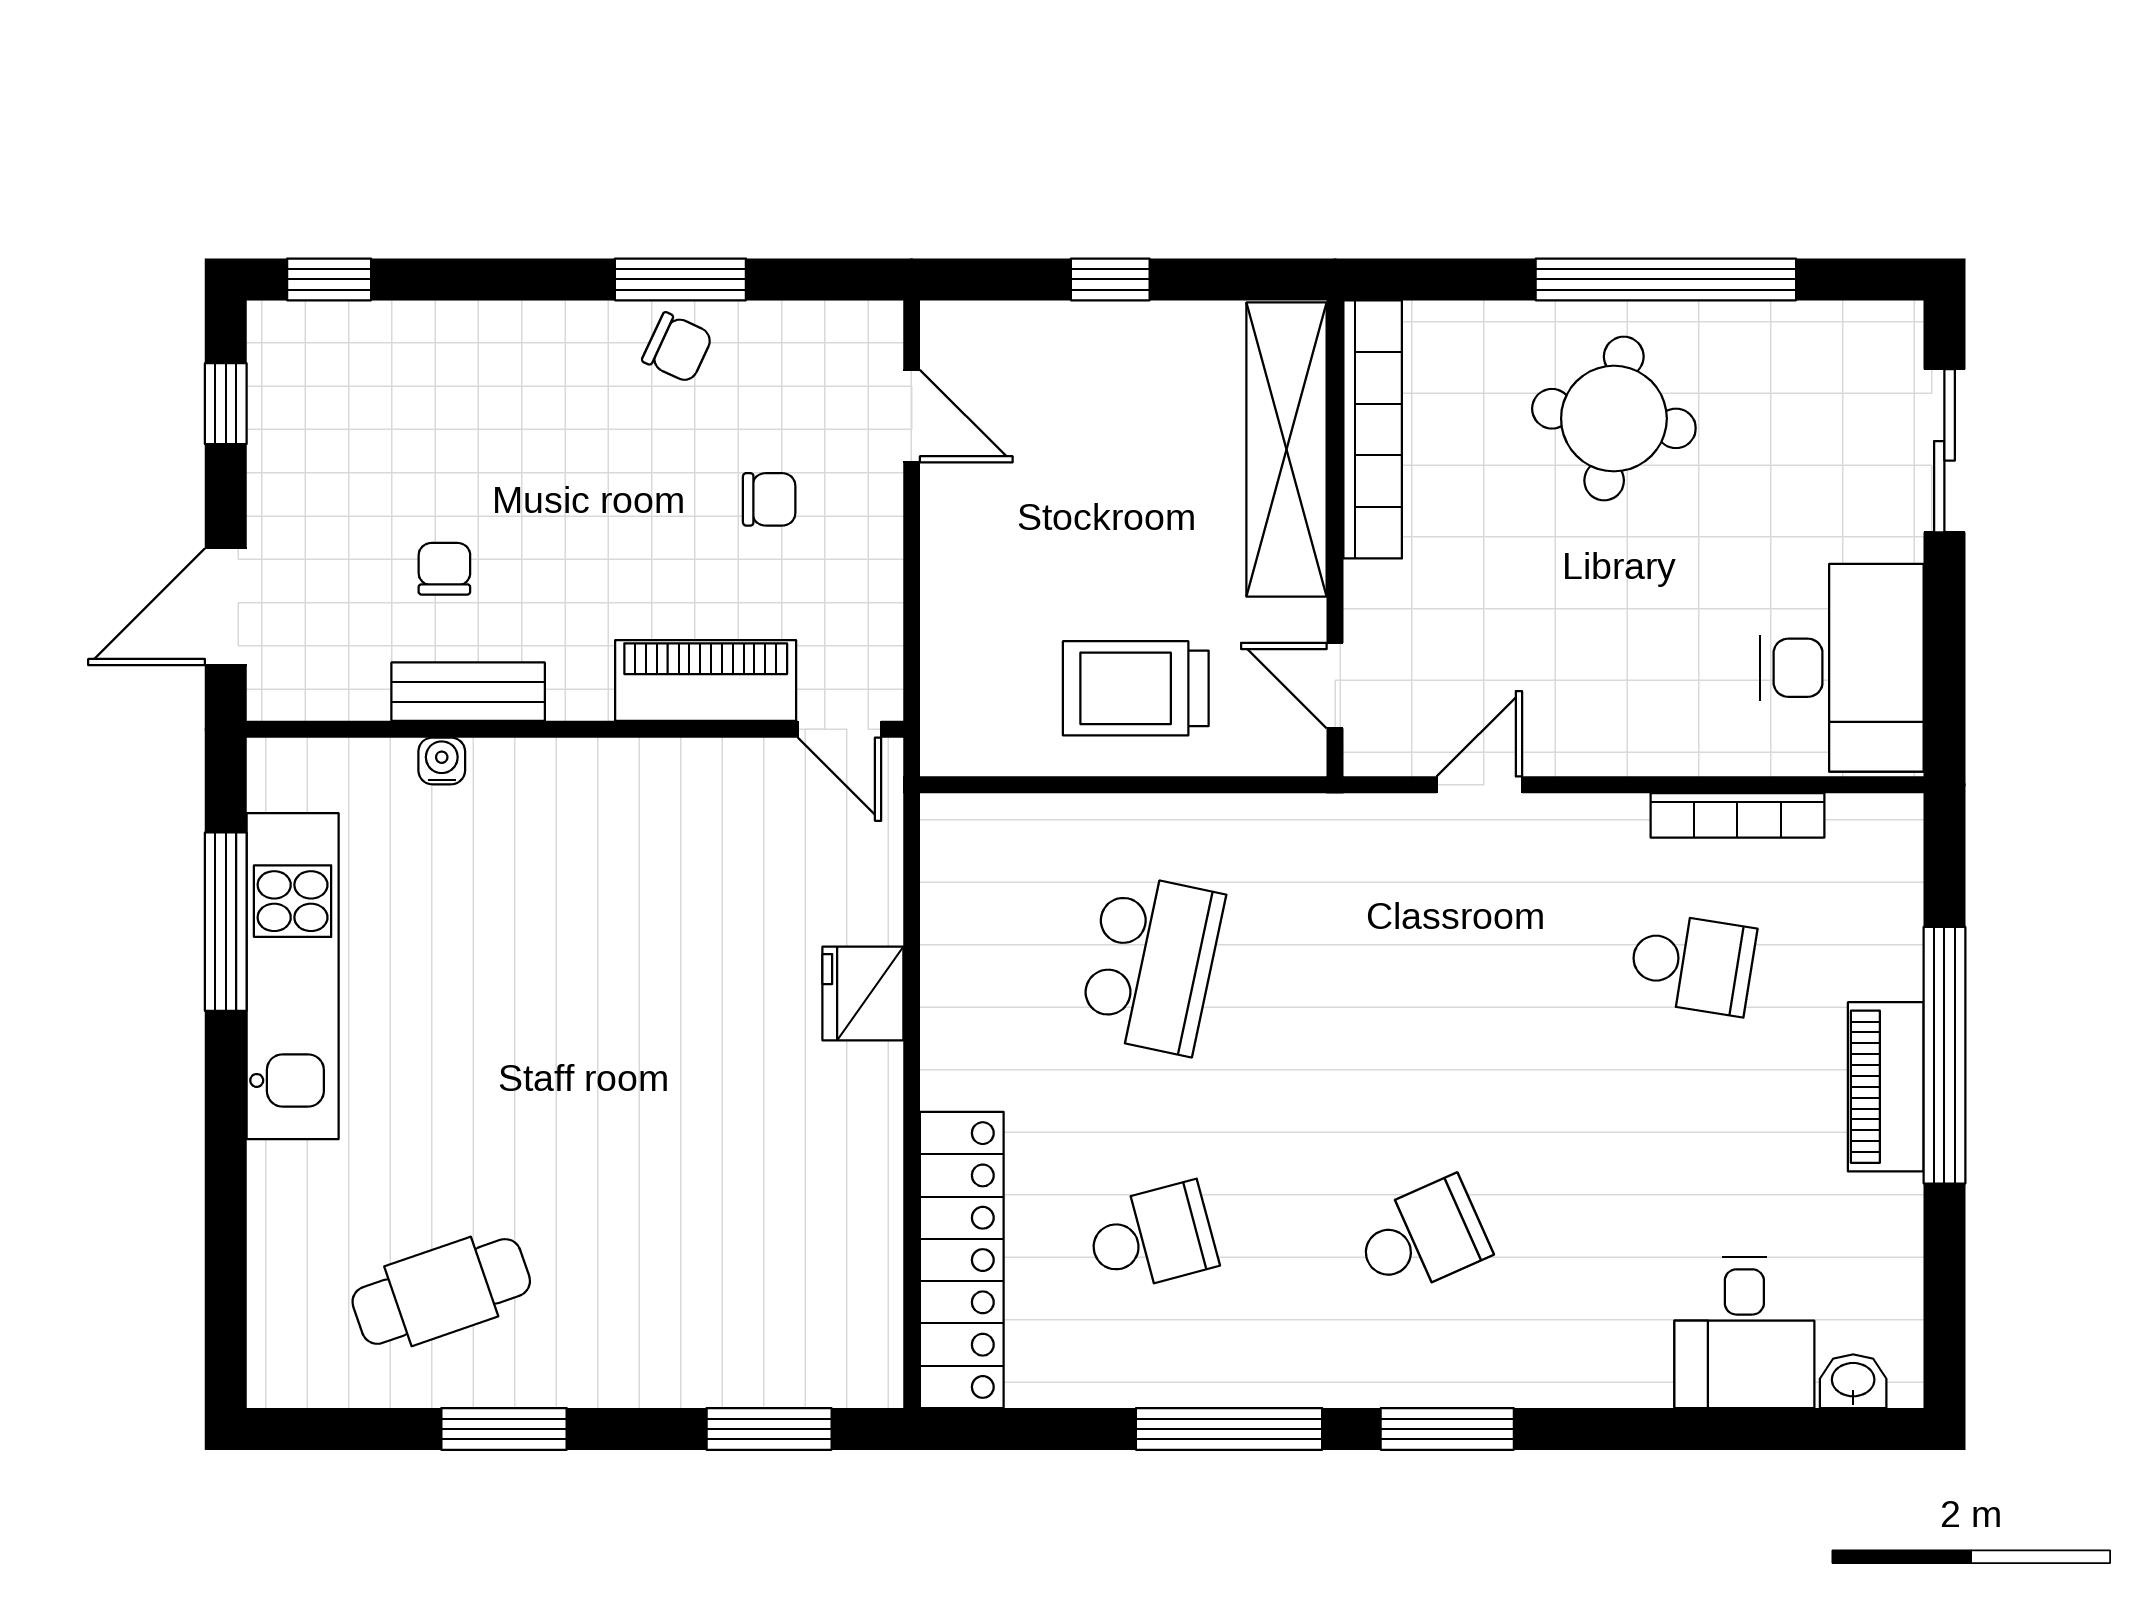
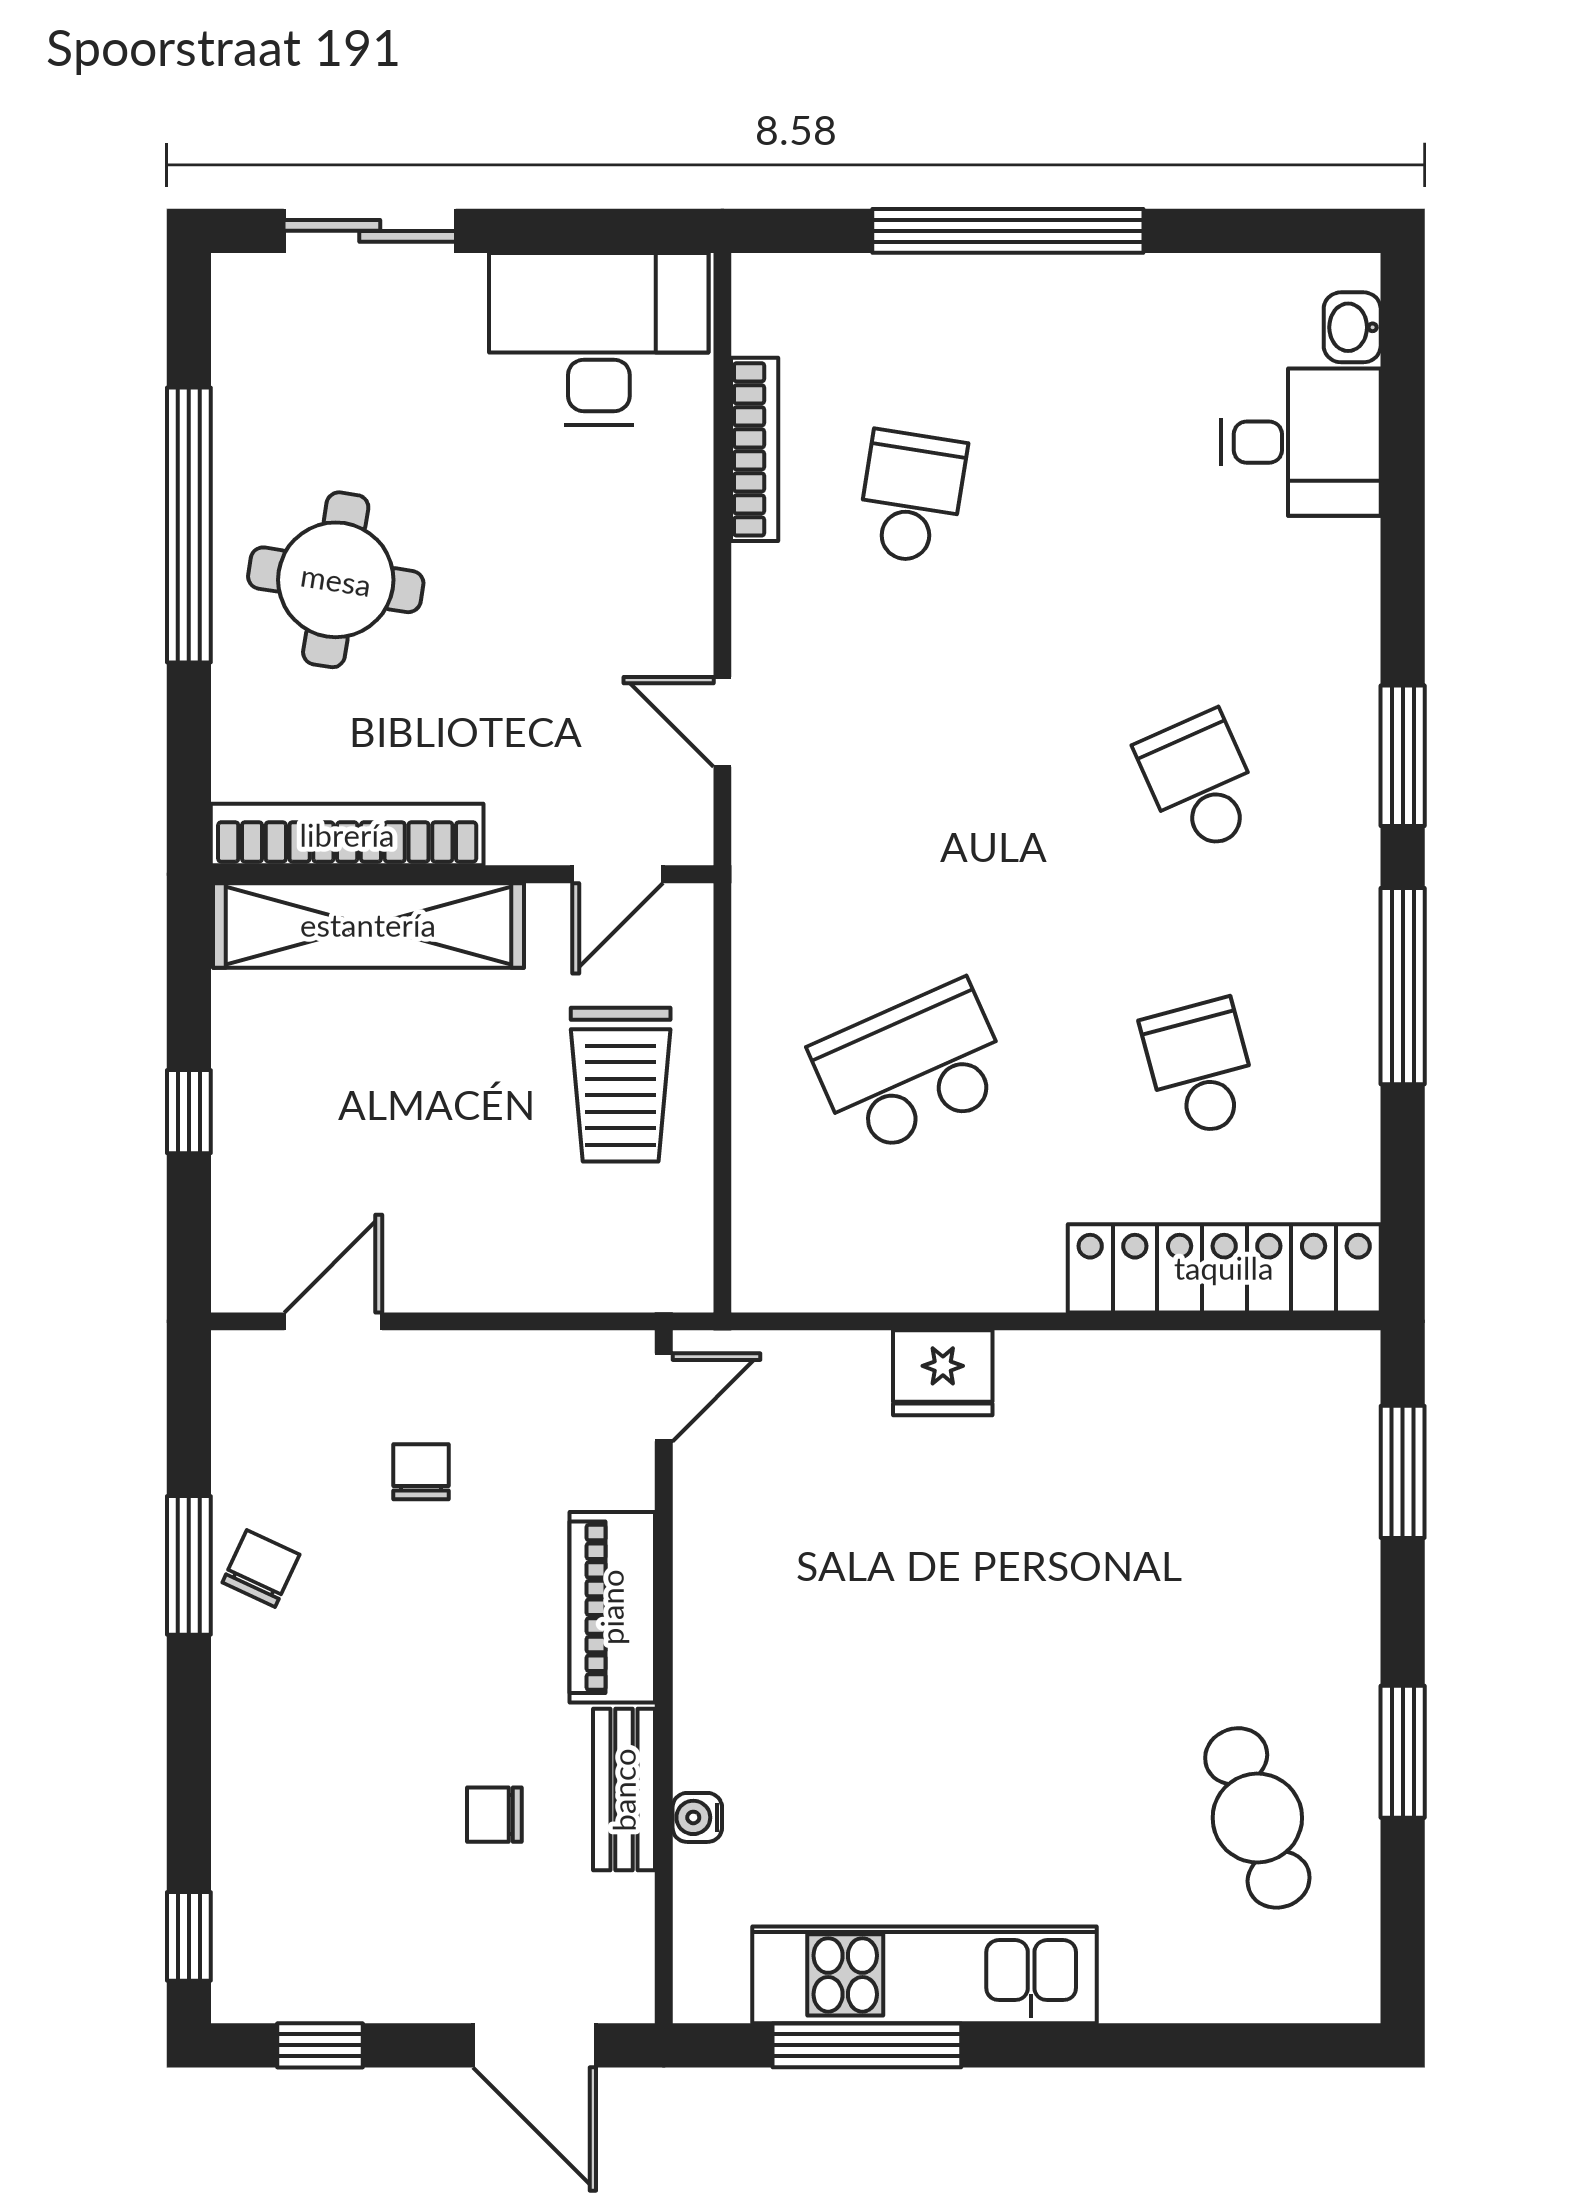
piano: (706, 680) -> (612, 1607), moved
school desk: (1151, 964) -> (911, 1068), turned -36
piano: (1886, 1087) -> (1041, 293), removed

